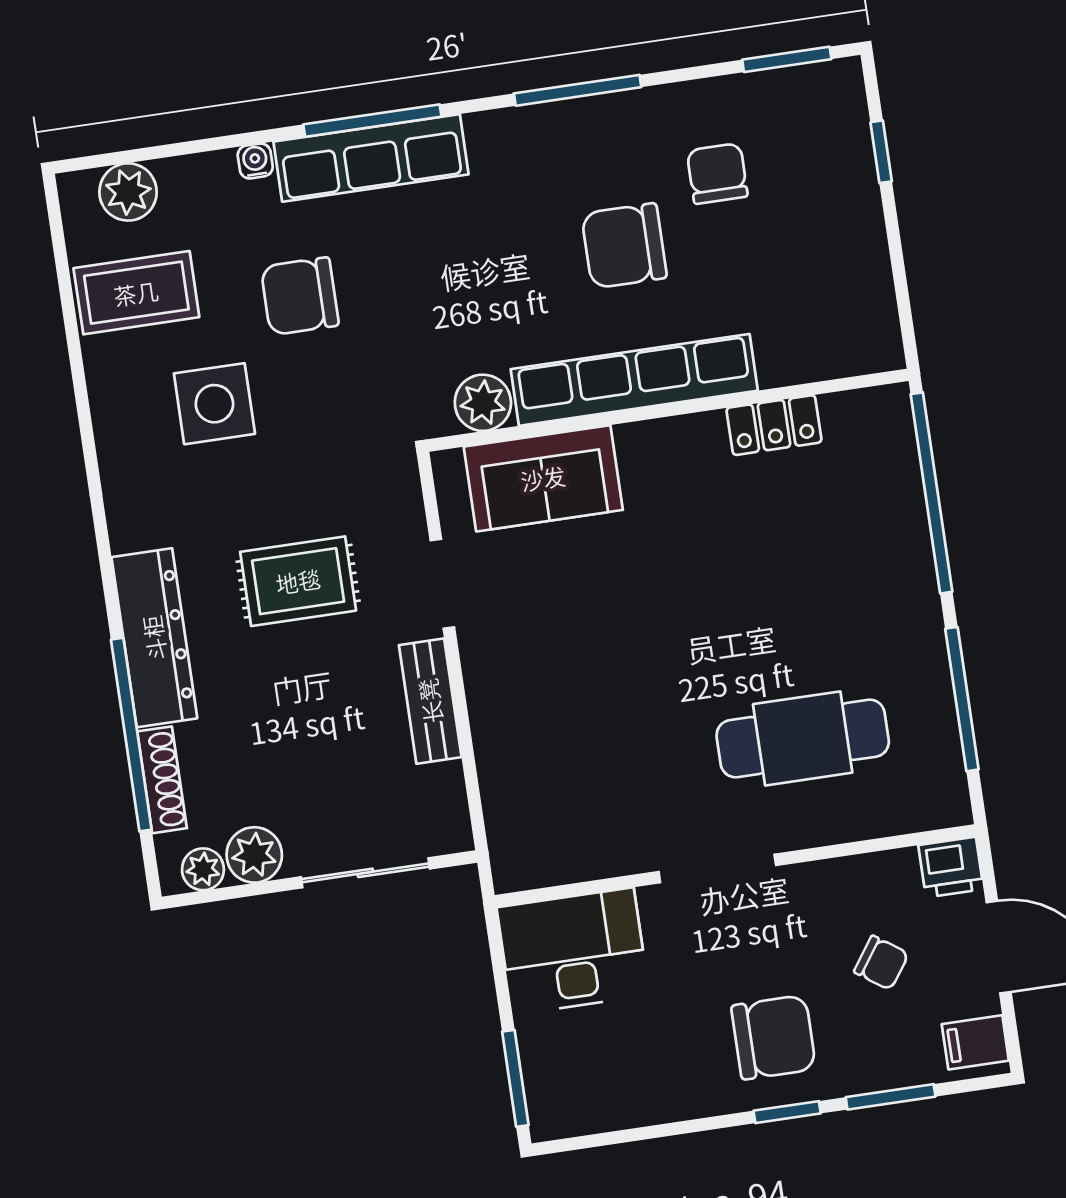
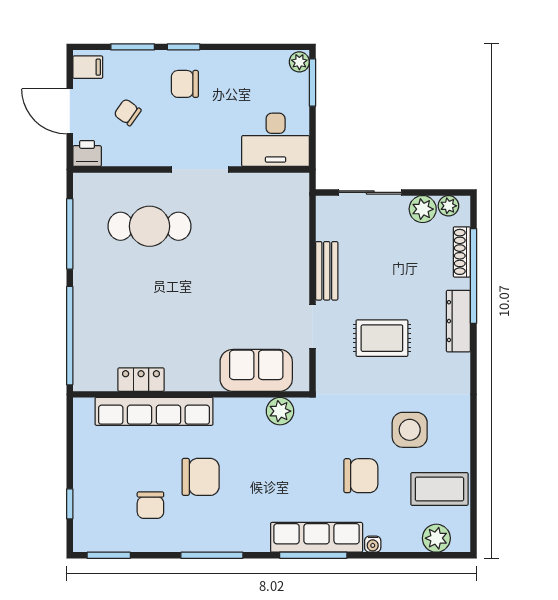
row of seats: (634, 380) -> (154, 411), moved
dresser: (154, 638) -> (458, 321), width x0.73, depth x0.80
chair: (774, 1037) -> (185, 84), width x0.73, depth x0.73
plant: (548, 1116) -> (299, 62), added

